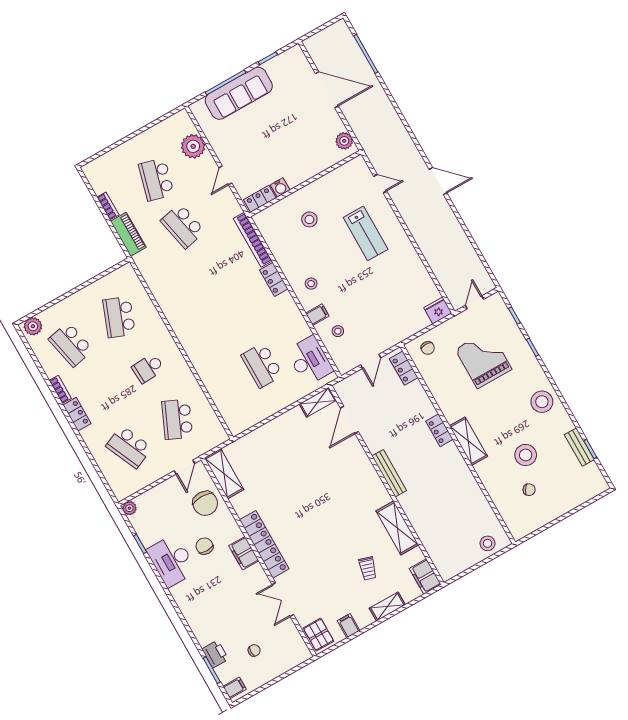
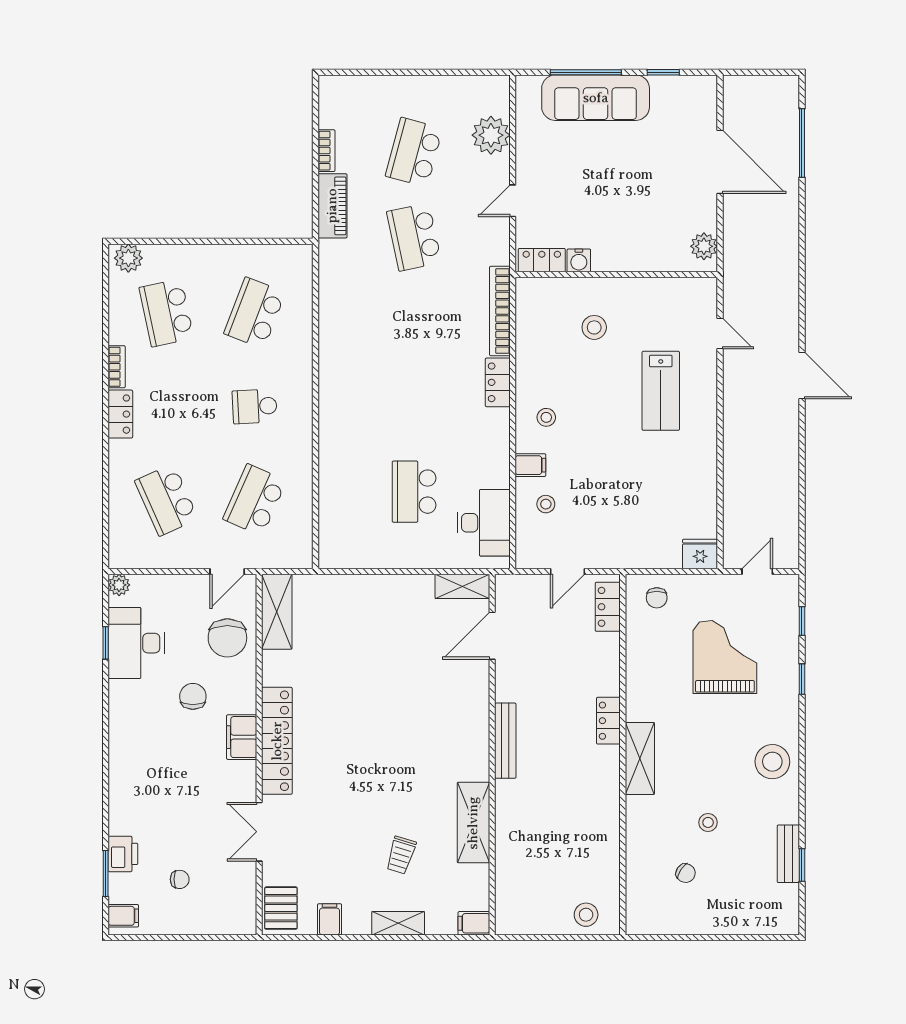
stool: (526, 455) -> (708, 822), width x0.53, depth x0.53
desk: (172, 561) -> (136, 643), moved
filing cabinet: (425, 576) -> (474, 923), width x0.50

